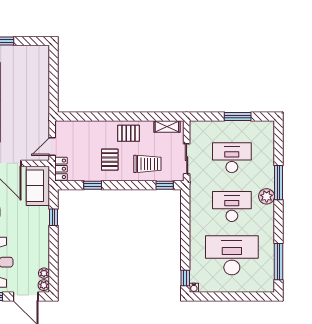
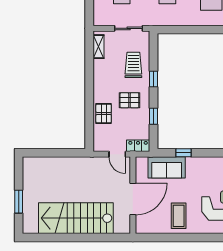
pallet: (128, 133) -> (104, 113), moved
window: (165, 185) -> (153, 79), moved
sofa: (38, 186) -> (167, 167), moved

